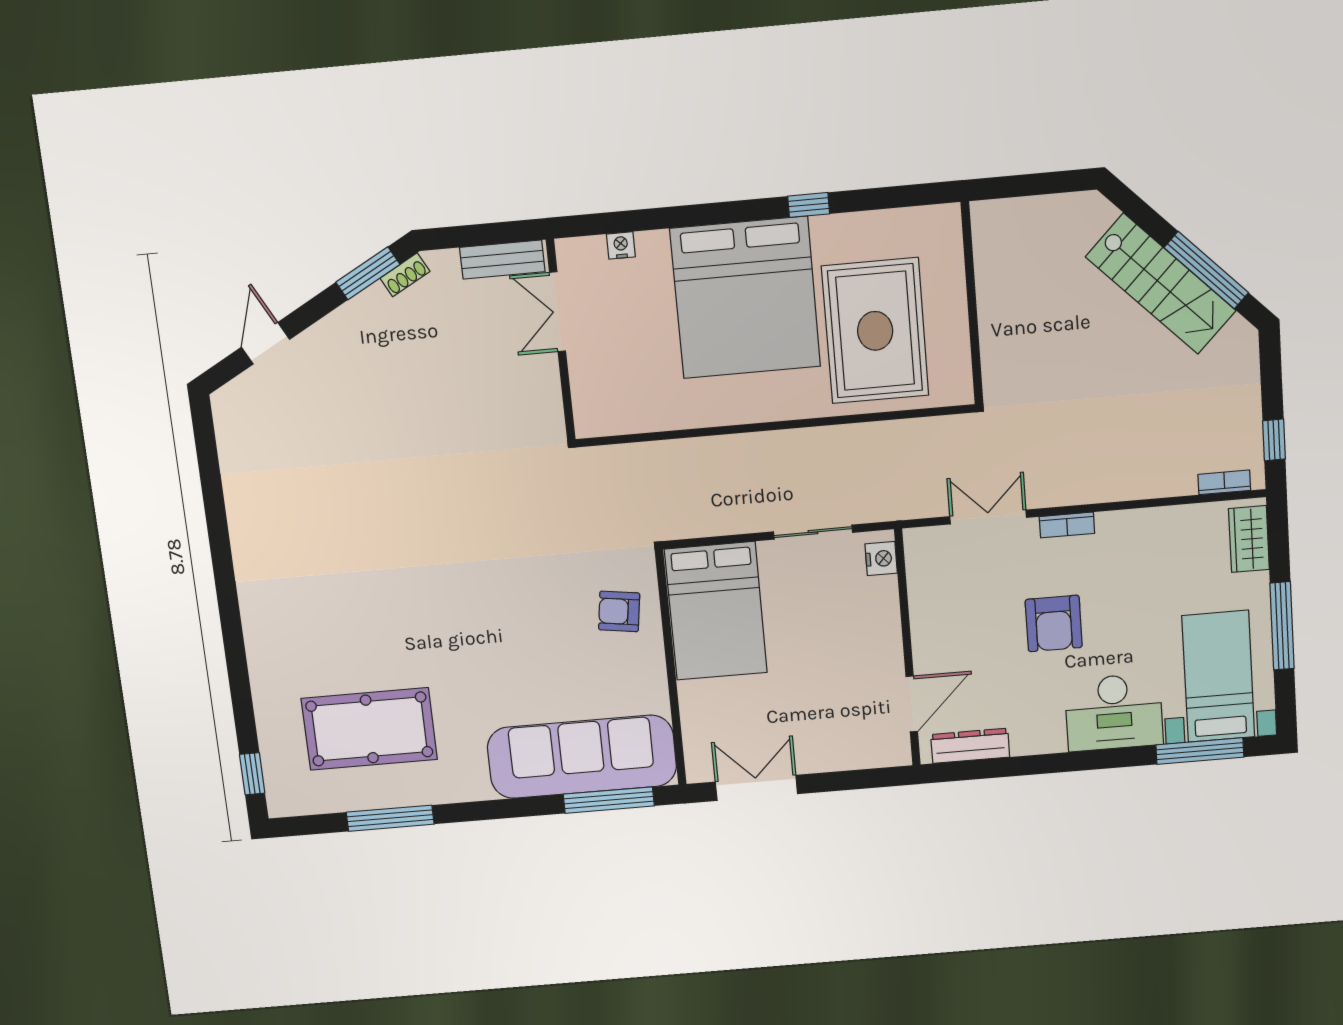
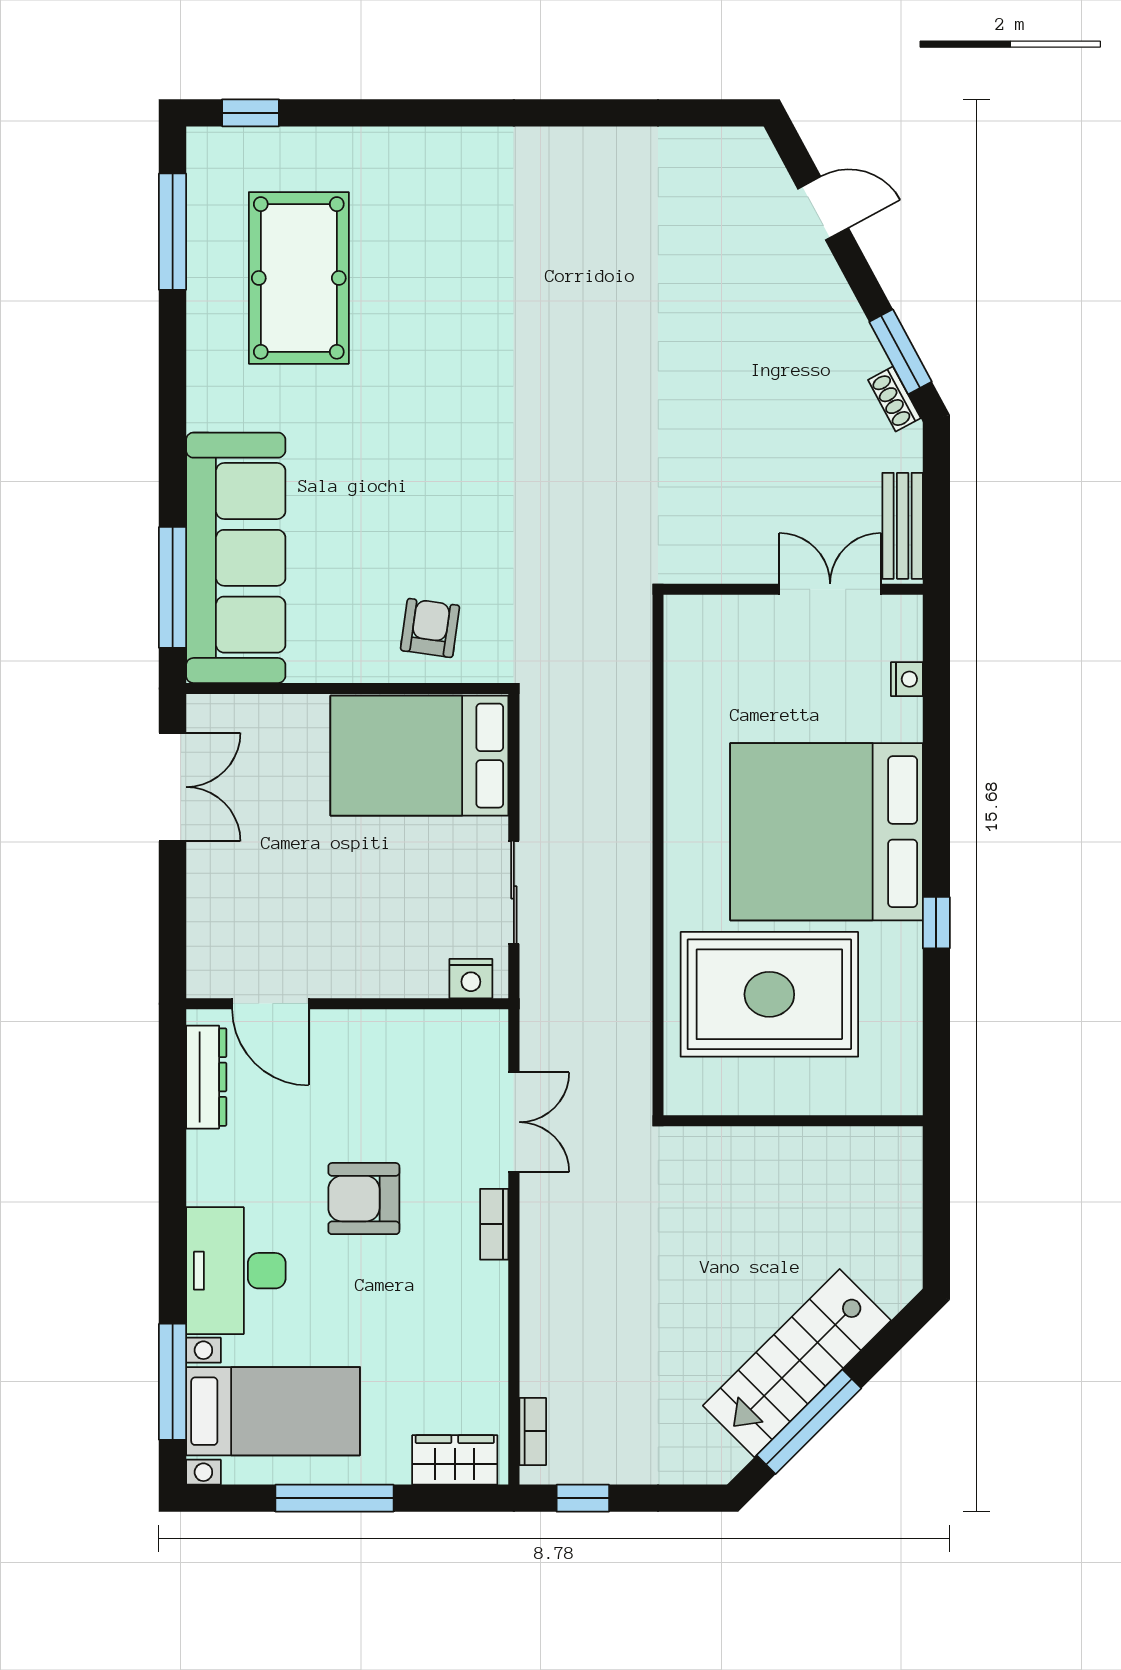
window: (390, 818) -> (173, 232), moved

